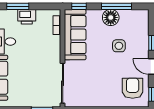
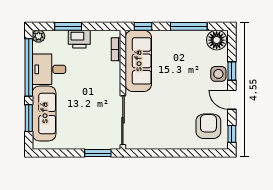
floor lamp: (111, 17) -> (217, 40), moved
side table: (119, 46) -> (218, 74), moved

